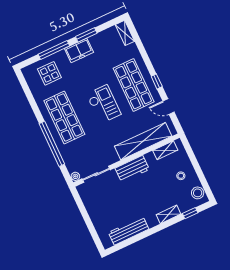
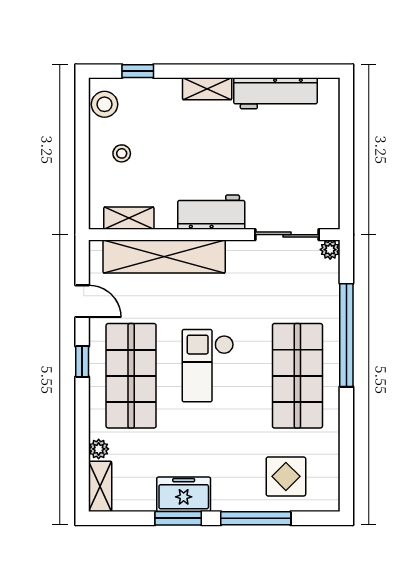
plant: (133, 48) -> (99, 449), added
freezer: (79, 50) -> (184, 494), moved
shelving: (169, 214) -> (207, 89), moved

